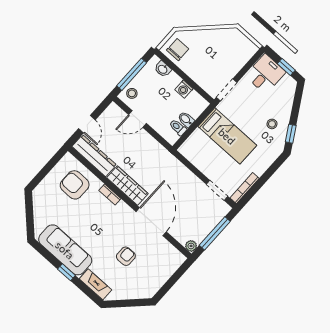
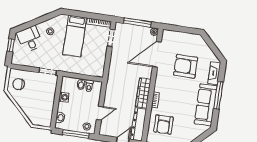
chair: (178, 50) -> (19, 84), moved
desk: (265, 74) -> (30, 39), moved, turned 59
door: (137, 119) -> (100, 113), hinge flipped
window: (291, 134) -> (49, 16), removed
bed: (227, 136) -> (75, 36), moved, turned 180
door: (151, 222) -> (157, 54), moved
armchair: (126, 256) -> (186, 66), width x1.88, depth x1.88
window: (66, 272) -> (218, 95), width x2.17

